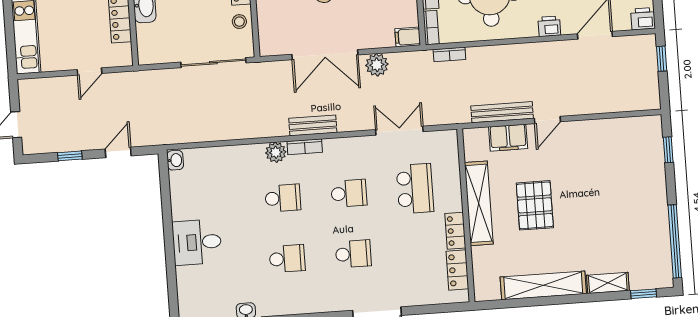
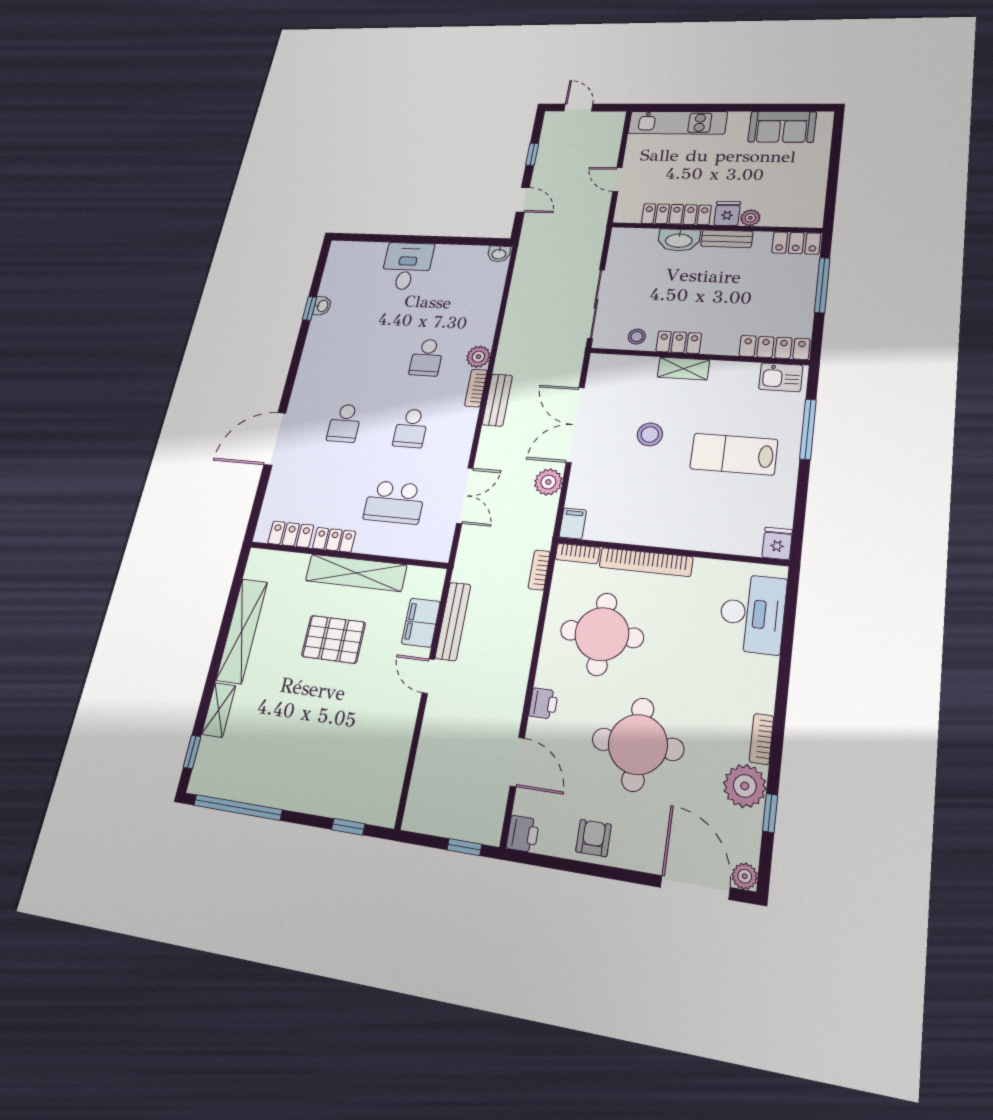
school desk: (287, 259) -> (362, 354), removed

